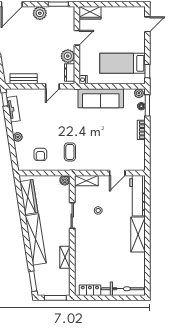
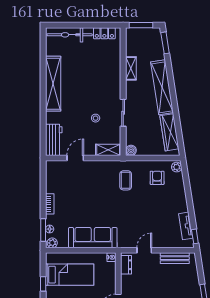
plant: (68, 56) -> (128, 282), removed
window: (147, 71) -> (43, 284), moved
plant: (18, 137) -> (177, 167), moved
workbench: (137, 196) -> (54, 140), width x0.73
shelving: (138, 235) -> (53, 84), width x1.47

